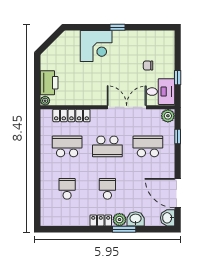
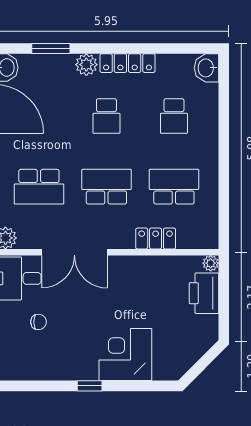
locker: (71, 115) -> (156, 239), width x0.66
school desk: (67, 146) -> (174, 187), turned 180
washbasin: (136, 219) -> (207, 68), moved, turned 90
locker: (101, 220) -> (128, 63), width x1.53
window: (124, 229) -> (51, 48), moved

